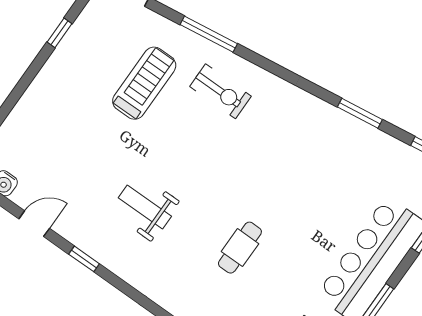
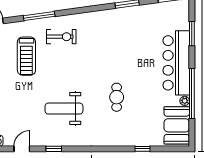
treadmill: (144, 83) -> (26, 56), turned 180
weight bench: (145, 207) -> (64, 109), width x1.36, depth x1.33

